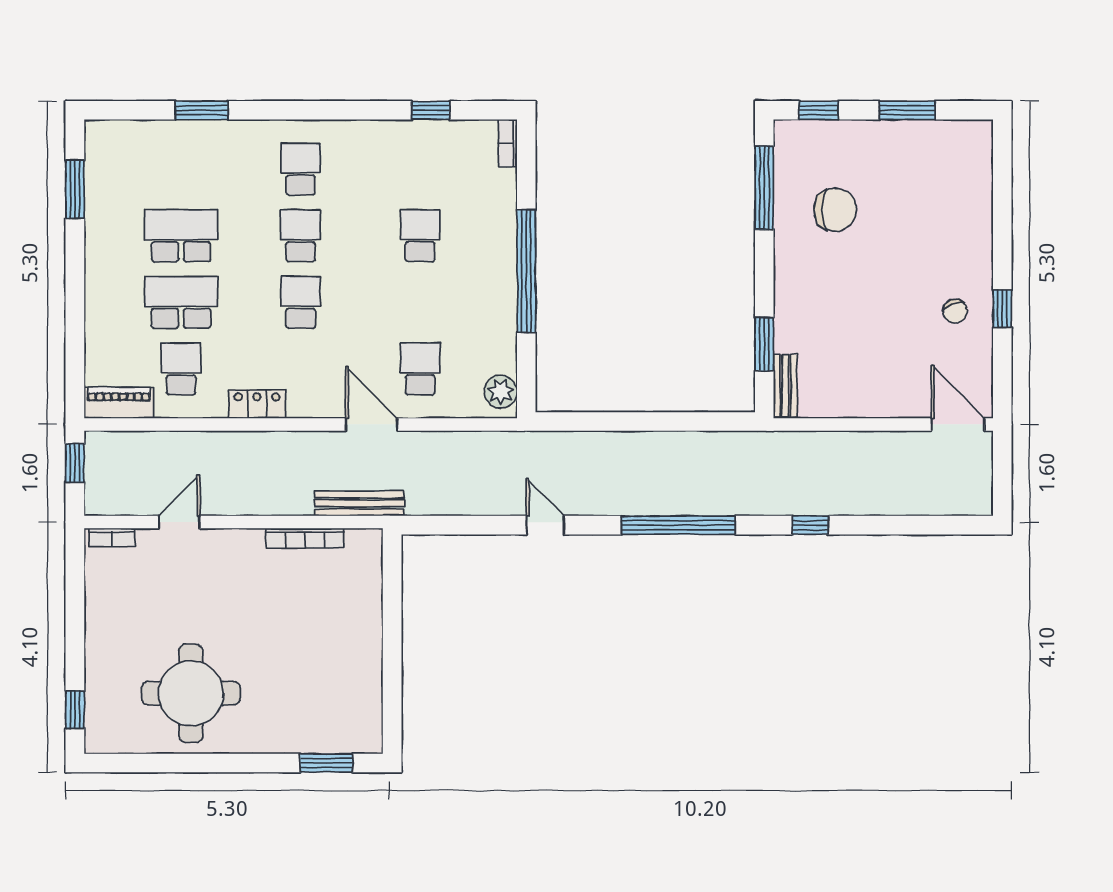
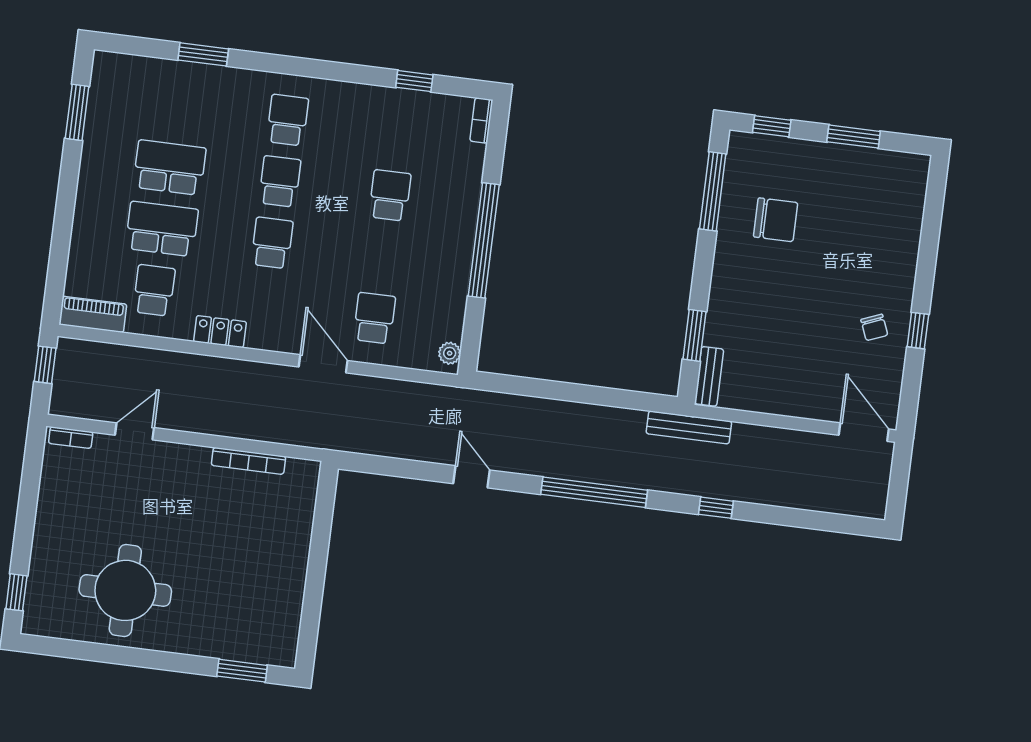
plant: (501, 392) -> (450, 353), width x0.73, depth x0.73
bench: (359, 503) -> (689, 427), moved

